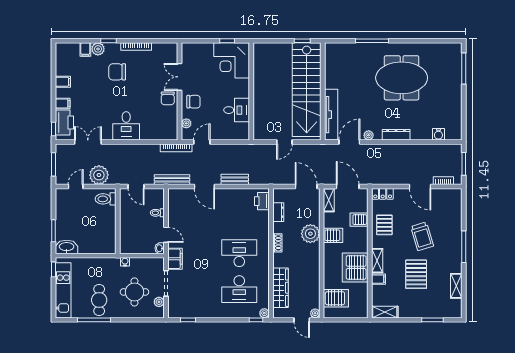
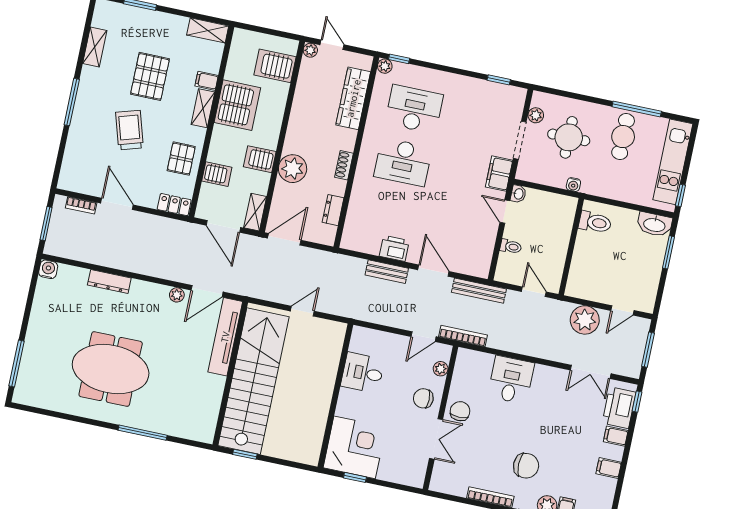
desk: (126, 126) -> (511, 380), moved
water cooler: (438, 134) -> (48, 269), moved
dresser: (396, 135) -> (109, 282), moved
door: (306, 186) -> (284, 239), swing flipped
toilet: (106, 199) -> (595, 222), moved
printer: (262, 201) -> (394, 248), moved, turned -90

